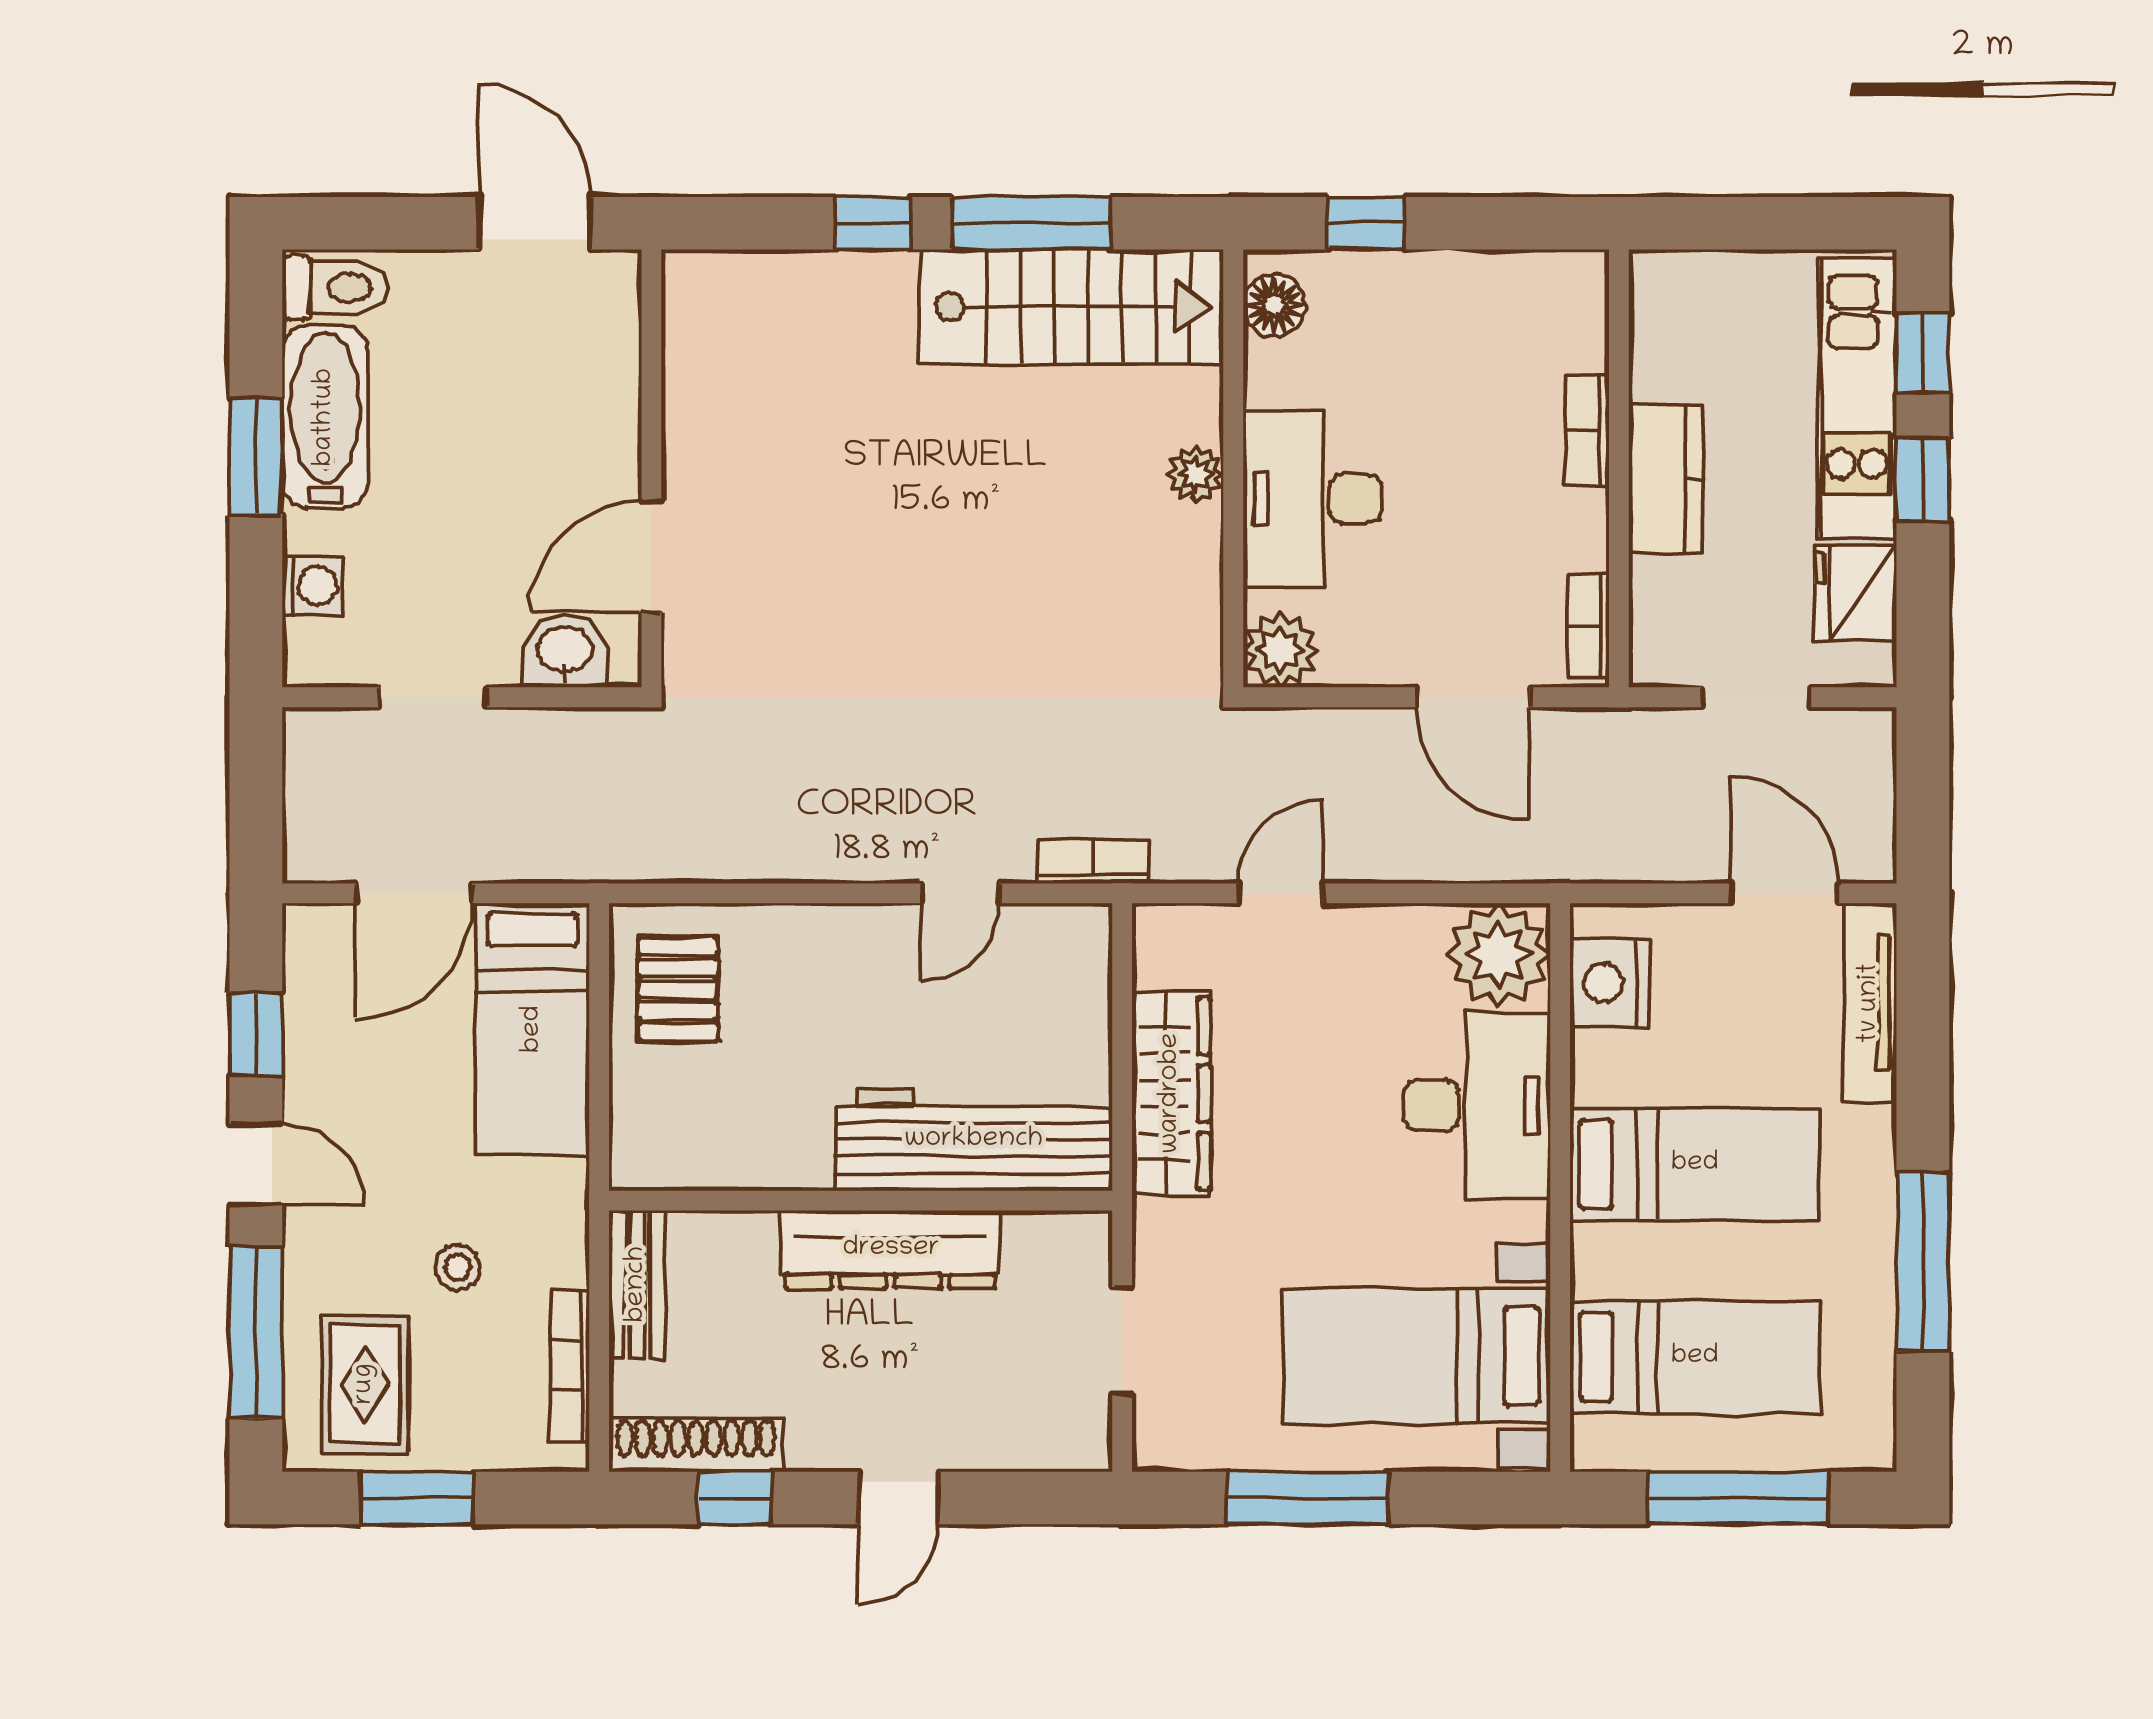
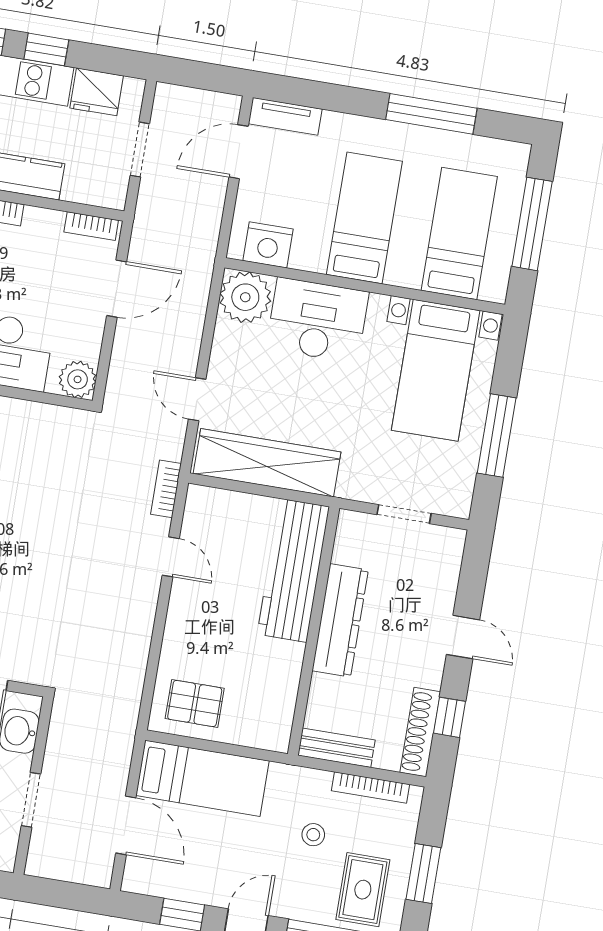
tv unit: (1870, 1003) -> (285, 116), width x0.71
wardrobe: (1171, 1093) -> (267, 463), width x1.40, depth x1.17
rug: (365, 1384) -> (363, 890), turned 90

